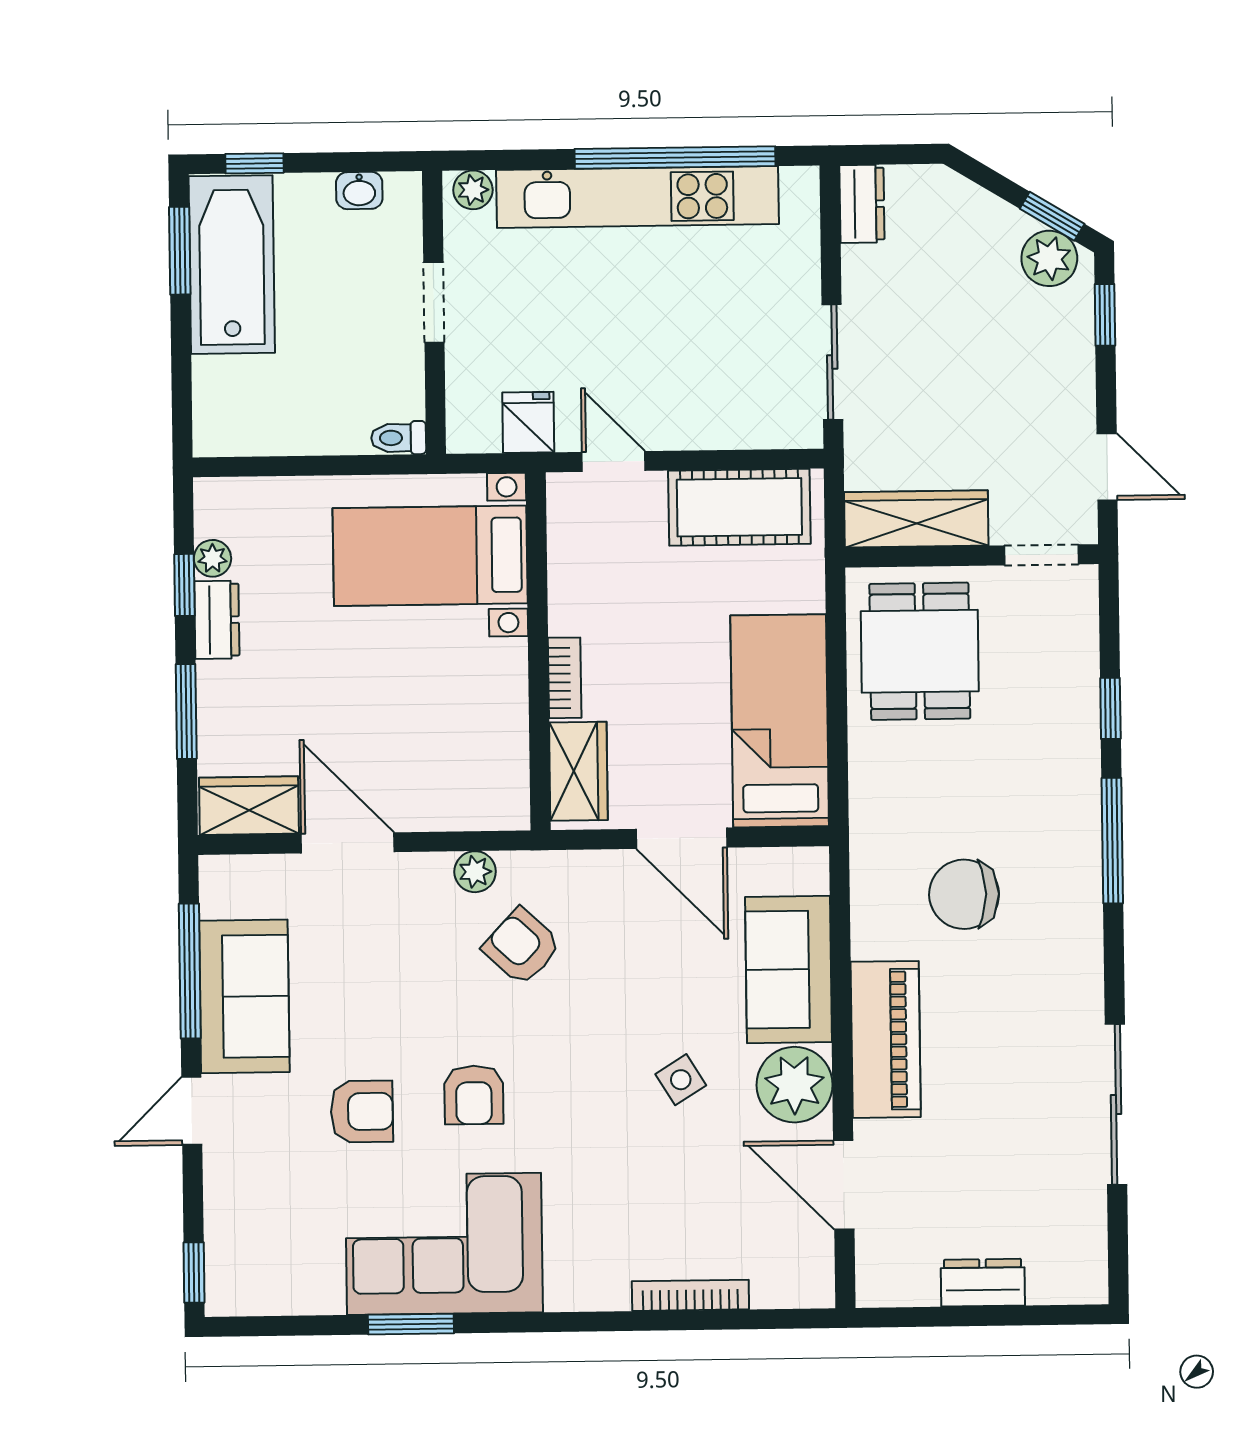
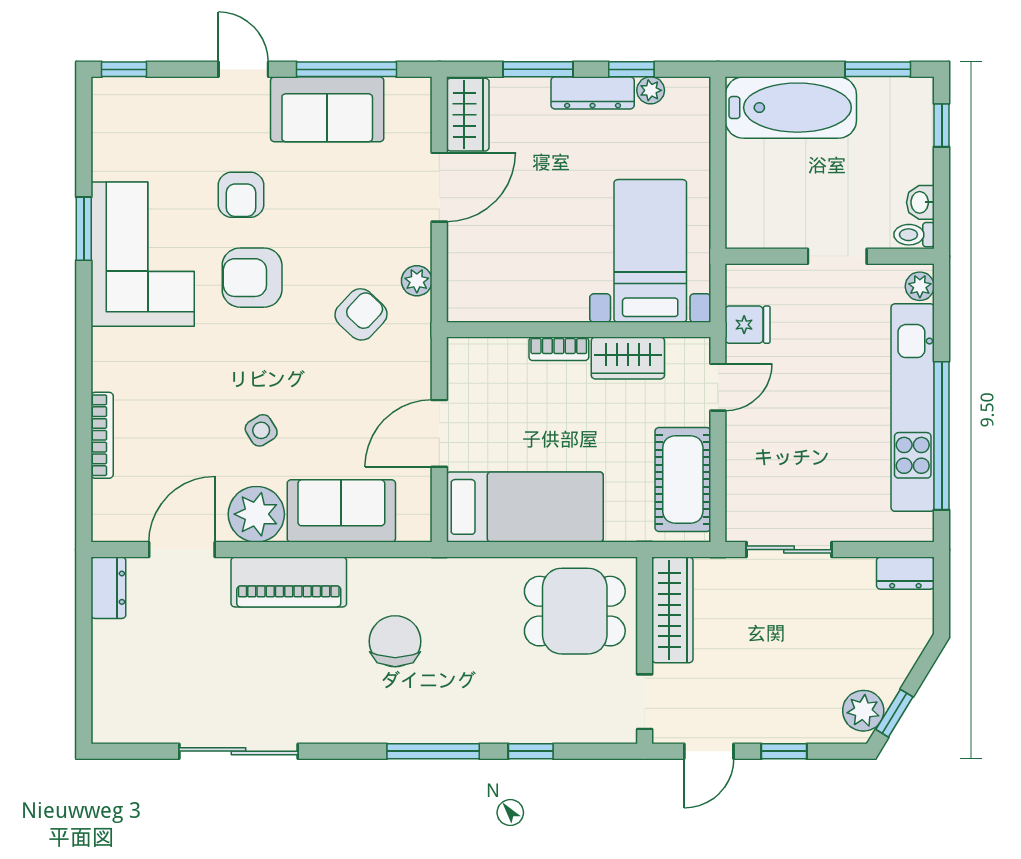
bathtub: (232, 265) -> (791, 108), moved
window: (1105, 315) -> (784, 751), moved
toilet: (399, 438) -> (914, 235), moved, turned -90
dresser: (217, 620) -> (593, 93), width x1.44
wardrobe: (578, 771) -> (628, 358), moved
armchair: (474, 1095) -> (252, 278), width x1.38, depth x1.38
dresser: (983, 1283) -> (108, 588), moved

